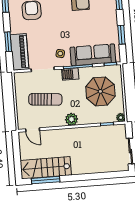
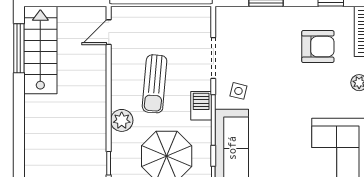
piano: (20, 52) -> (247, 20), removed
sun lounger: (45, 99) -> (155, 84), moved
plant: (71, 119) -> (122, 120), moved

